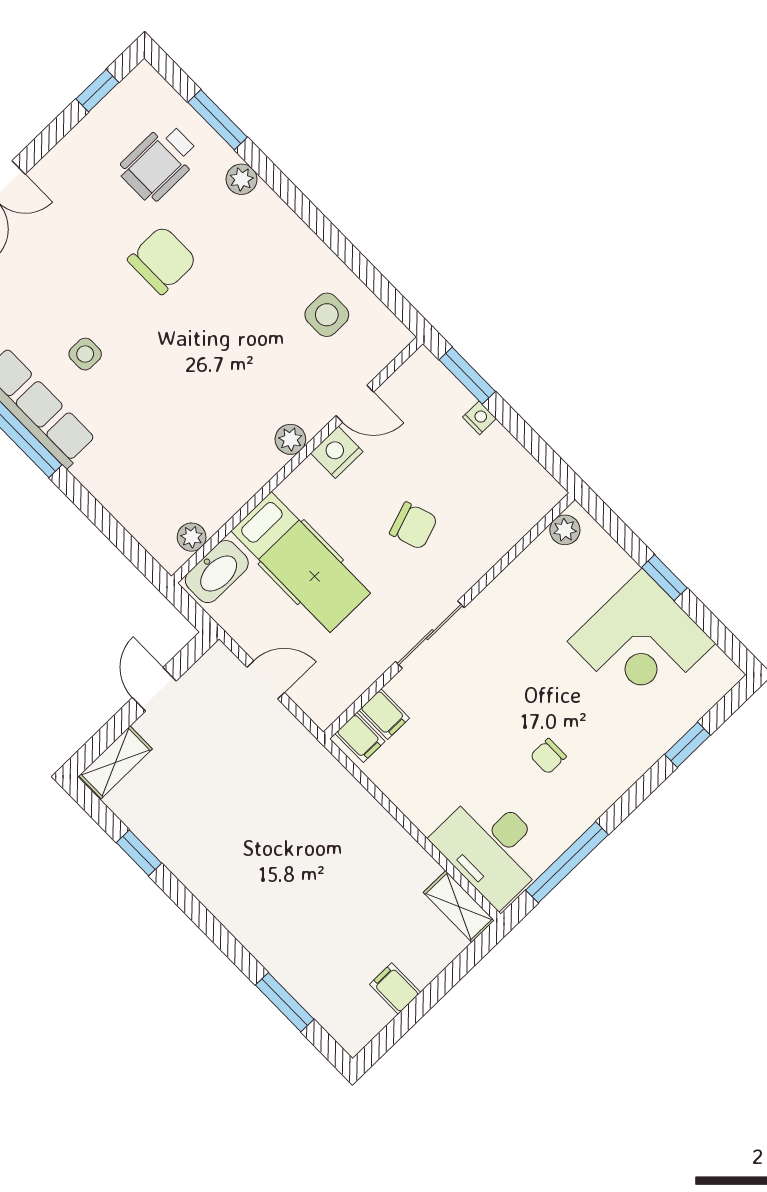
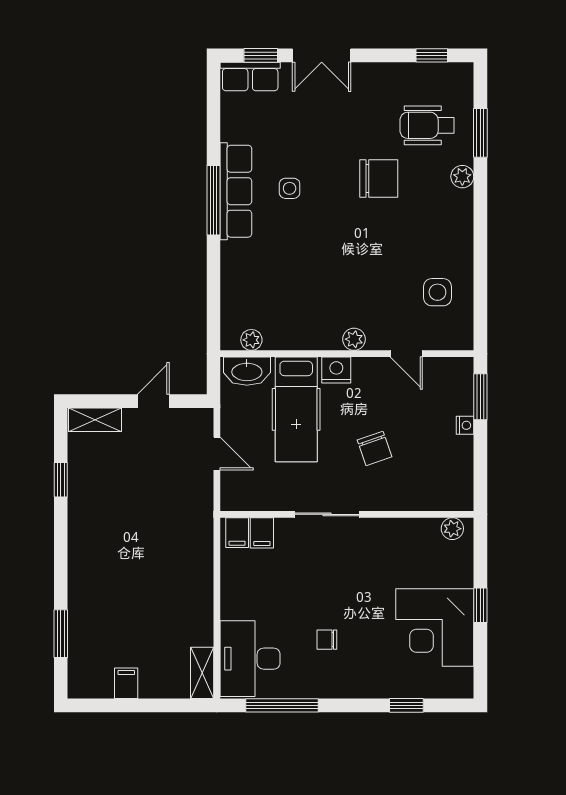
nightstand: (337, 452) -> (336, 370), moved

